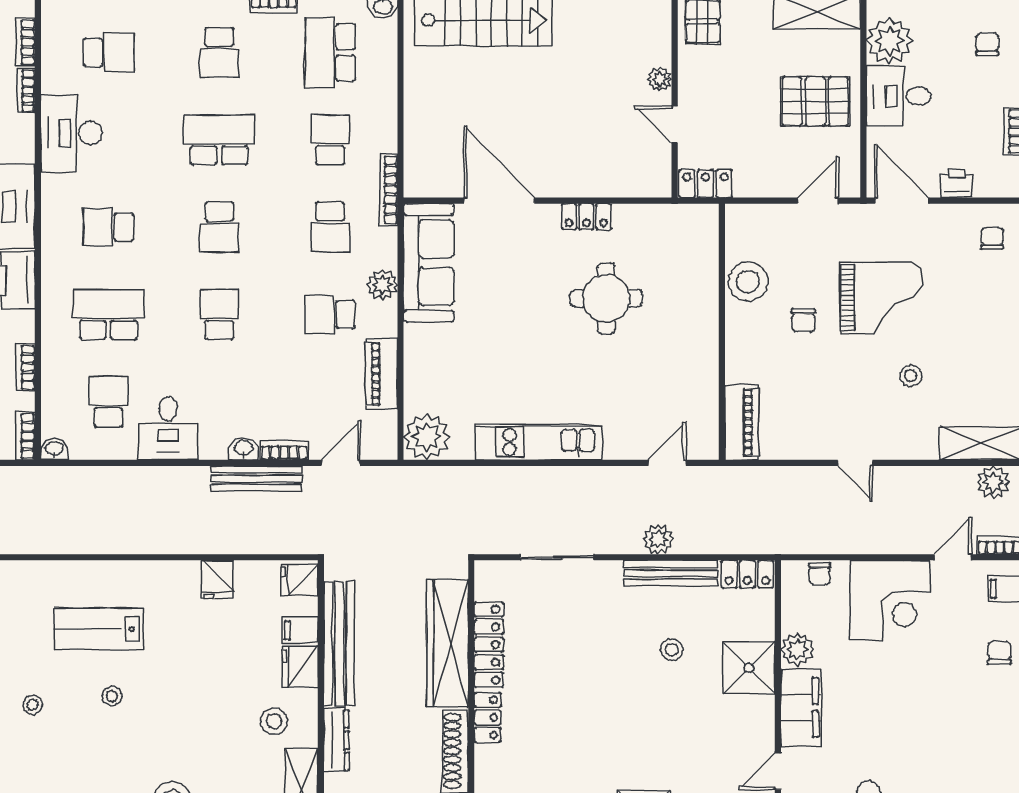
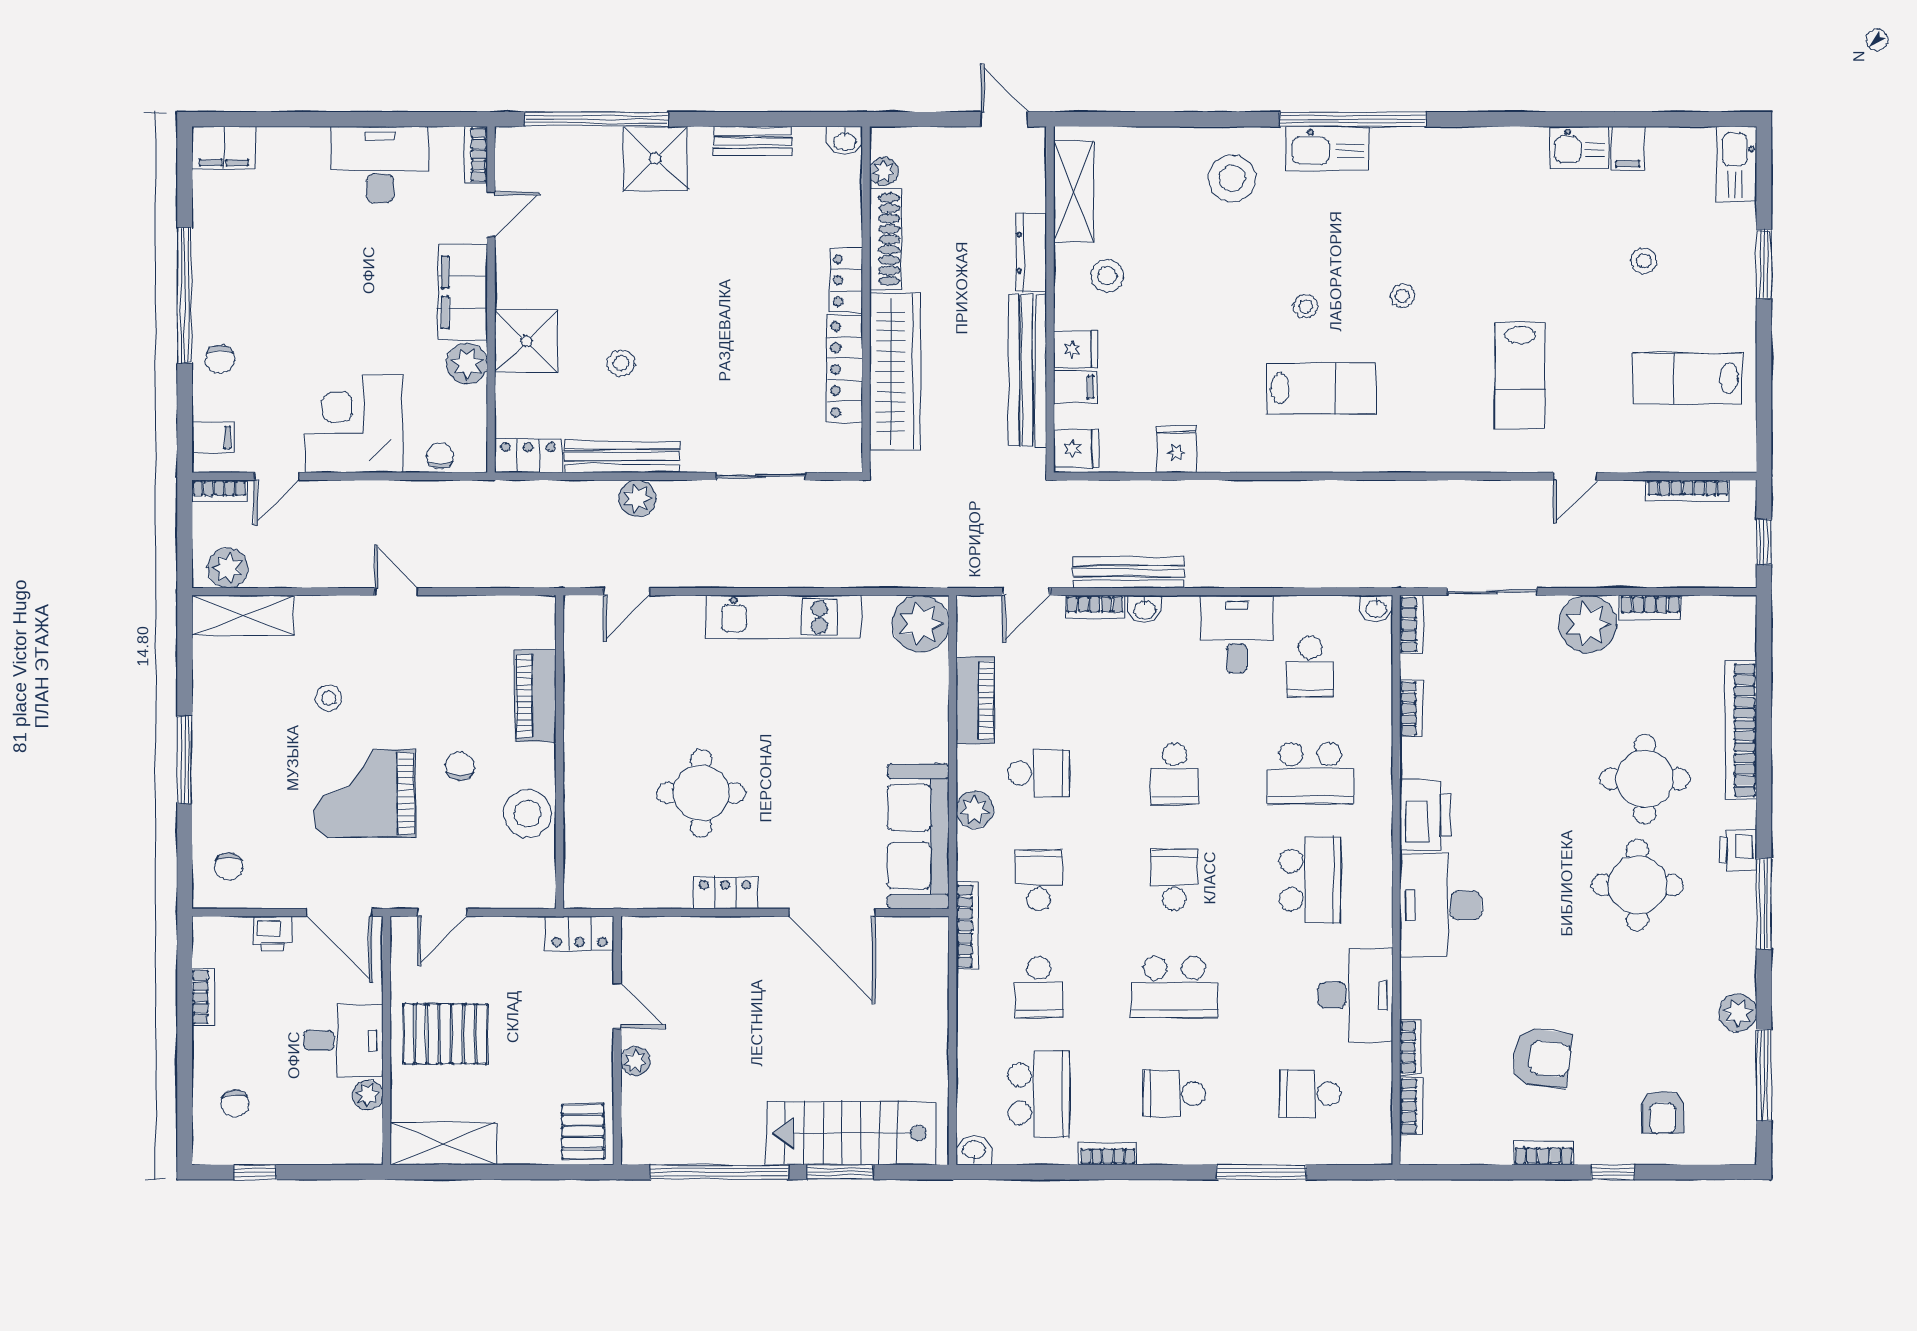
plant: (889, 41) -> (368, 1095), width x0.53, depth x0.53
school desk: (219, 52) -> (1174, 1094), turned -90
school desk: (108, 227) -> (1310, 880), width x1.85
piano: (742, 422) -> (535, 696), moved
fridge: (300, 667) -> (1076, 349), width x0.72

